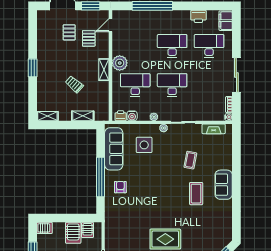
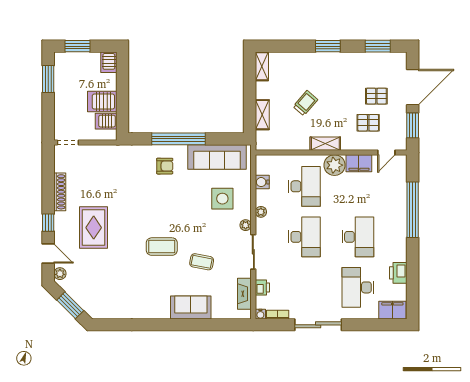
door: (110, 25) -> (386, 153), swing flipped
window: (33, 31) -> (378, 46), added
filing cabinet: (118, 45) -> (359, 163), added
desk: (209, 46) -> (358, 287), turned 180
printer: (121, 116) -> (262, 288), moved
sofa: (224, 185) -> (191, 307), moved
coffee table: (196, 194) -> (162, 247), moved

